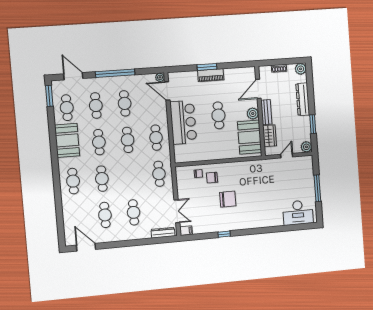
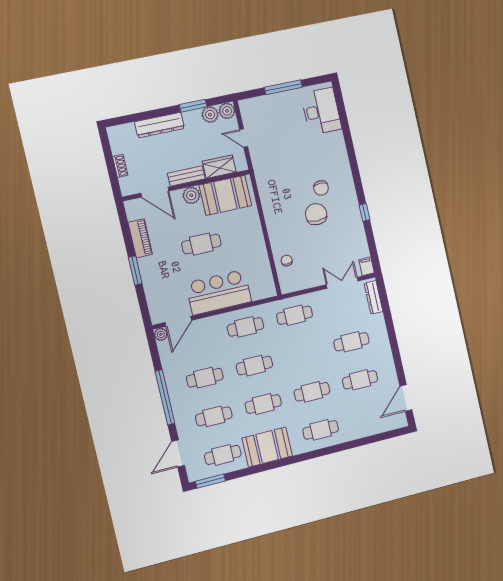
plant: (301, 69) -> (210, 115), moved
piano: (211, 75) -> (140, 238), moved
chair: (212, 178) -> (321, 188), moved

